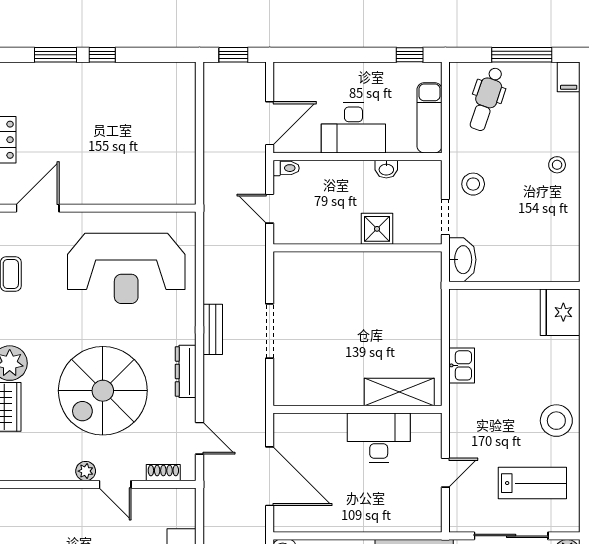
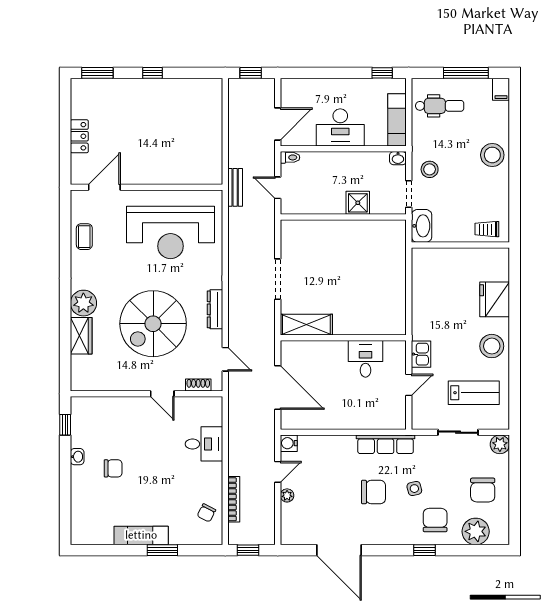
window: (55, 55) -> (97, 73), moved
dental chair: (487, 99) -> (440, 106), turned -109
stool: (557, 165) -> (492, 155), width x1.89, depth x1.89
washbasin: (386, 169) -> (398, 158), moved
trolley: (550, 264) -> (487, 229), added
fridge: (560, 312) -> (495, 299), moved
bench: (213, 329) -> (235, 187), moved
kitchen sink: (462, 365) -> (421, 354), moved
shelving: (399, 392) -> (306, 325), moved
desk: (379, 438) -> (365, 359), width x0.73
plant: (86, 471) -> (140, 384), removed
sliding door: (511, 536) -> (458, 432), width x0.73

